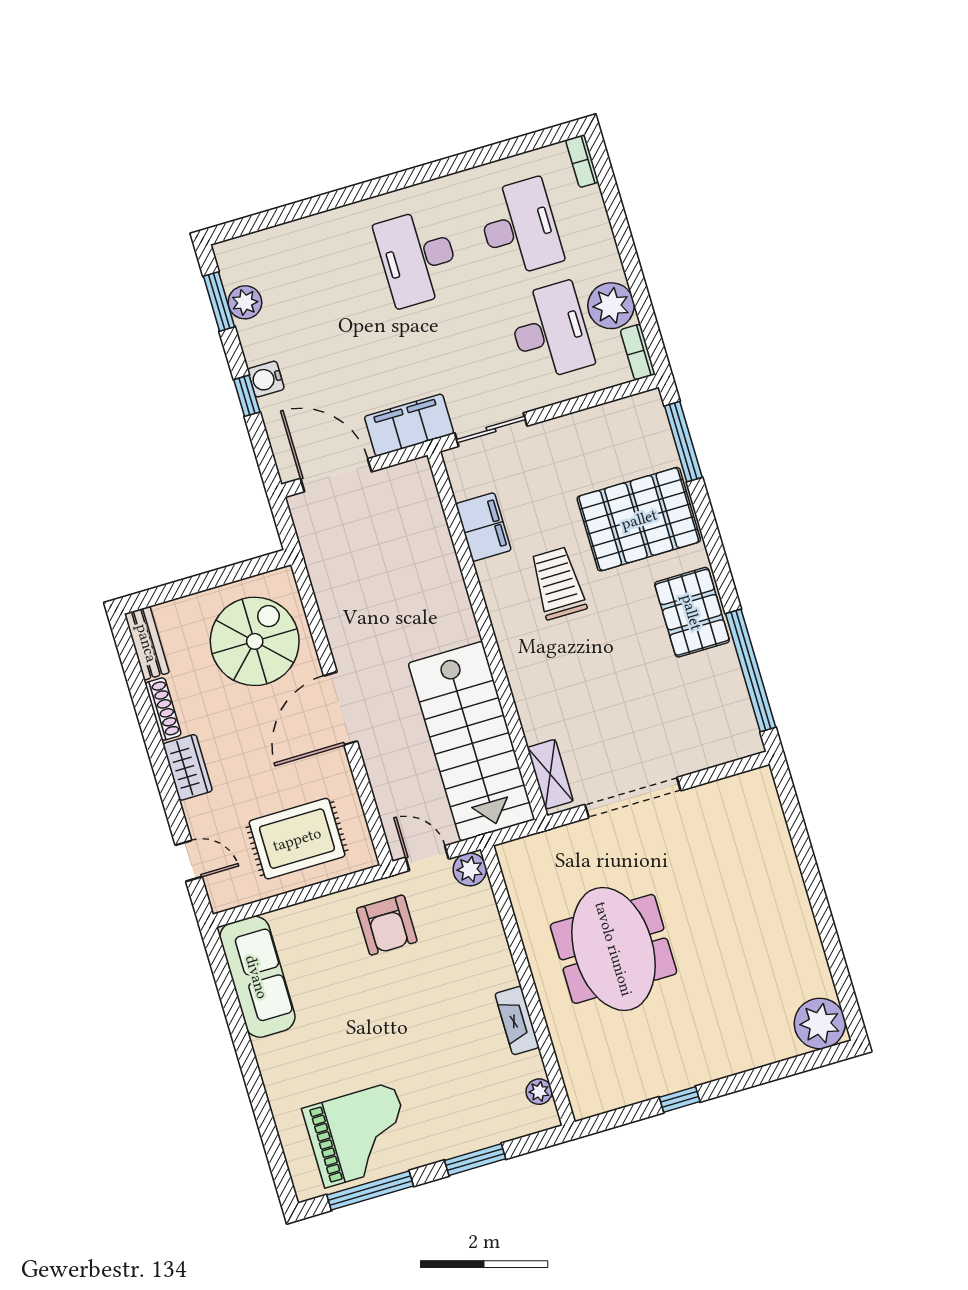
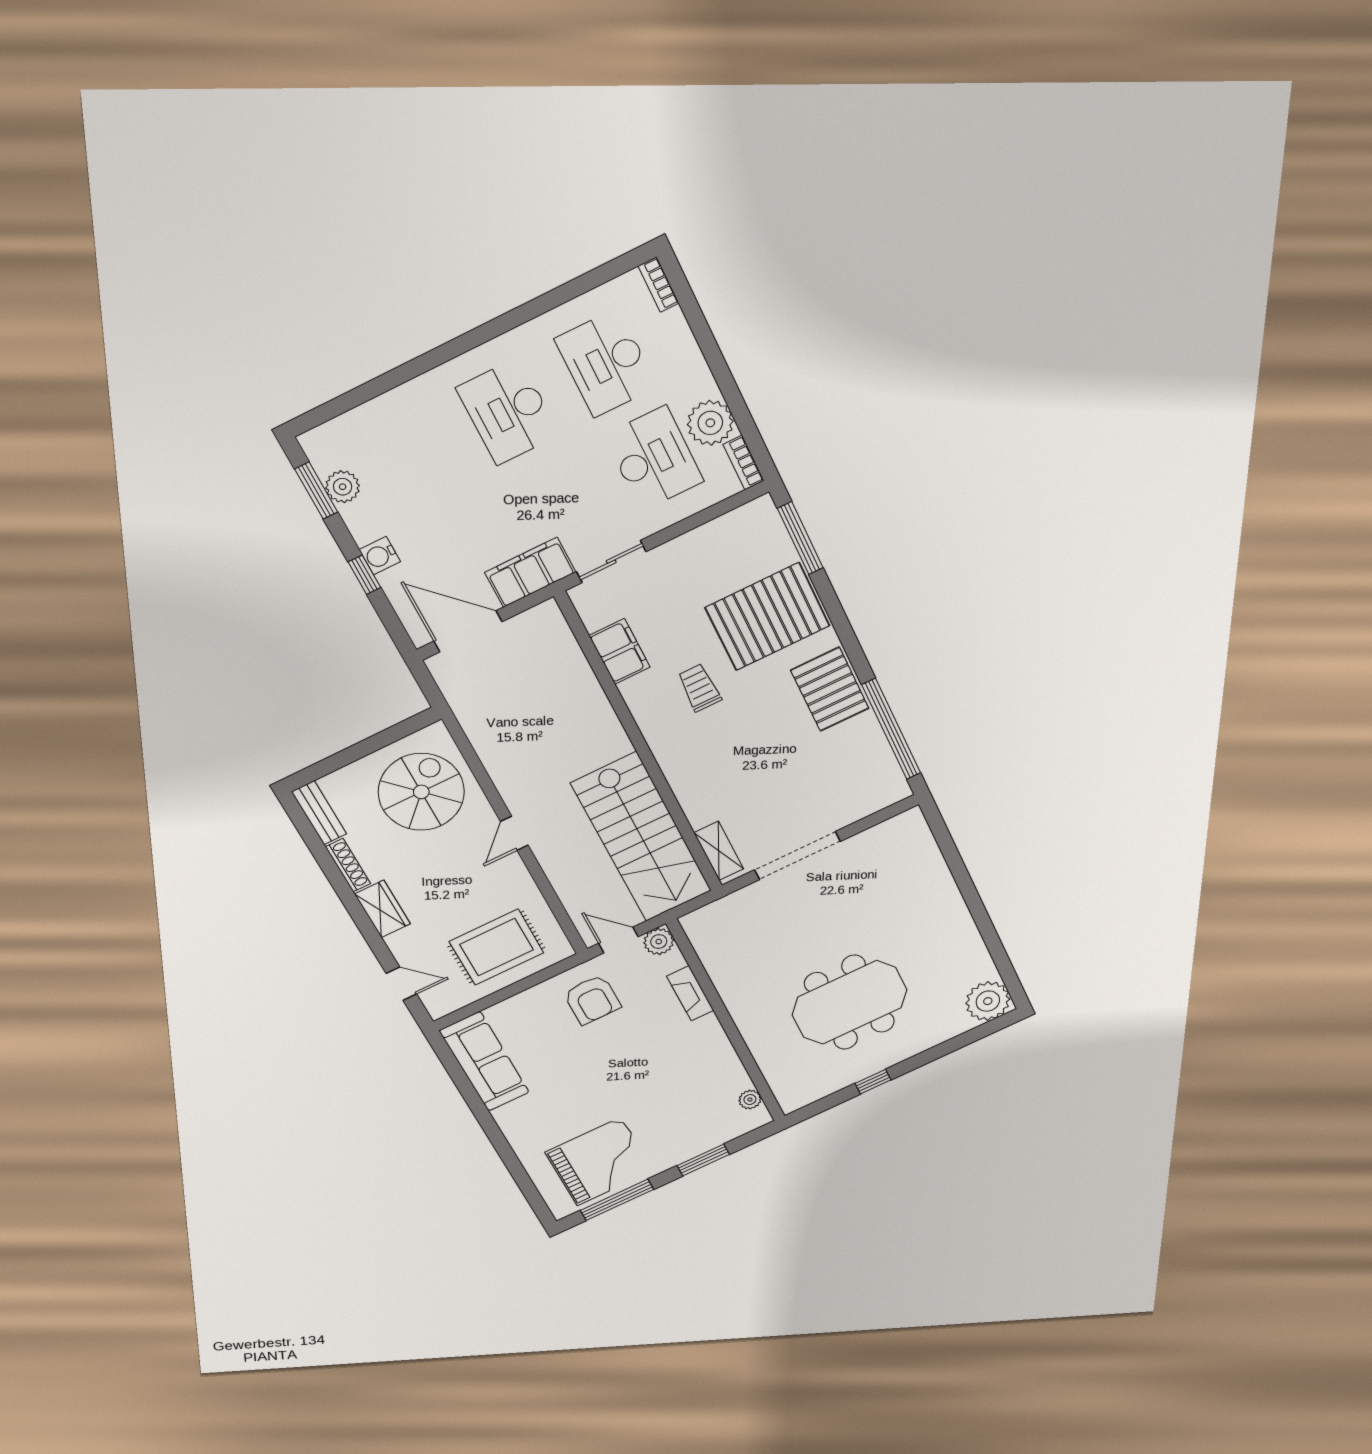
desk: (520, 228) -> (606, 363), turned 180
trolley: (558, 583) -> (699, 688), width x0.73, depth x0.72
door: (340, 708) -> (514, 833), width x0.53
meeting table: (614, 949) -> (849, 1002), moved, turned 90
fireplace: (517, 1020) -> (690, 993), moved

